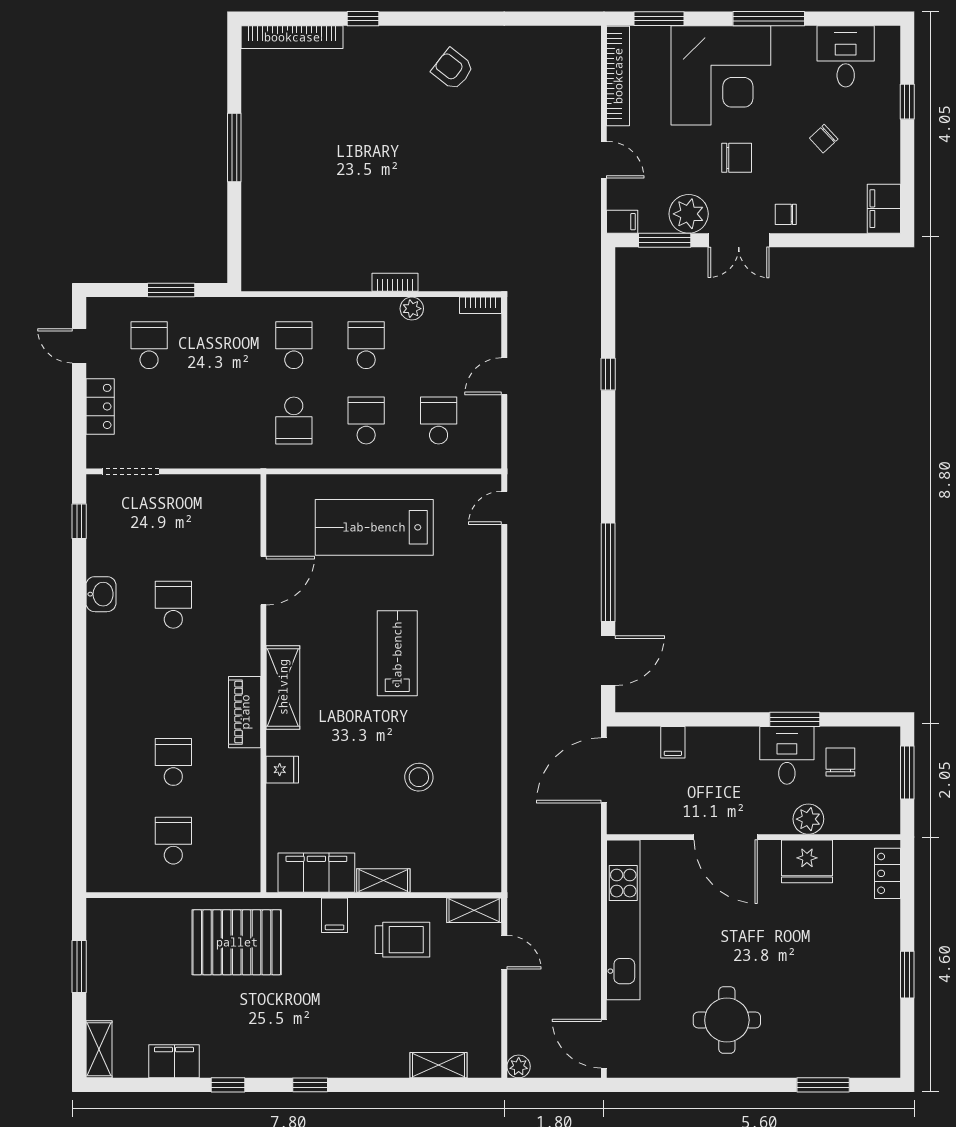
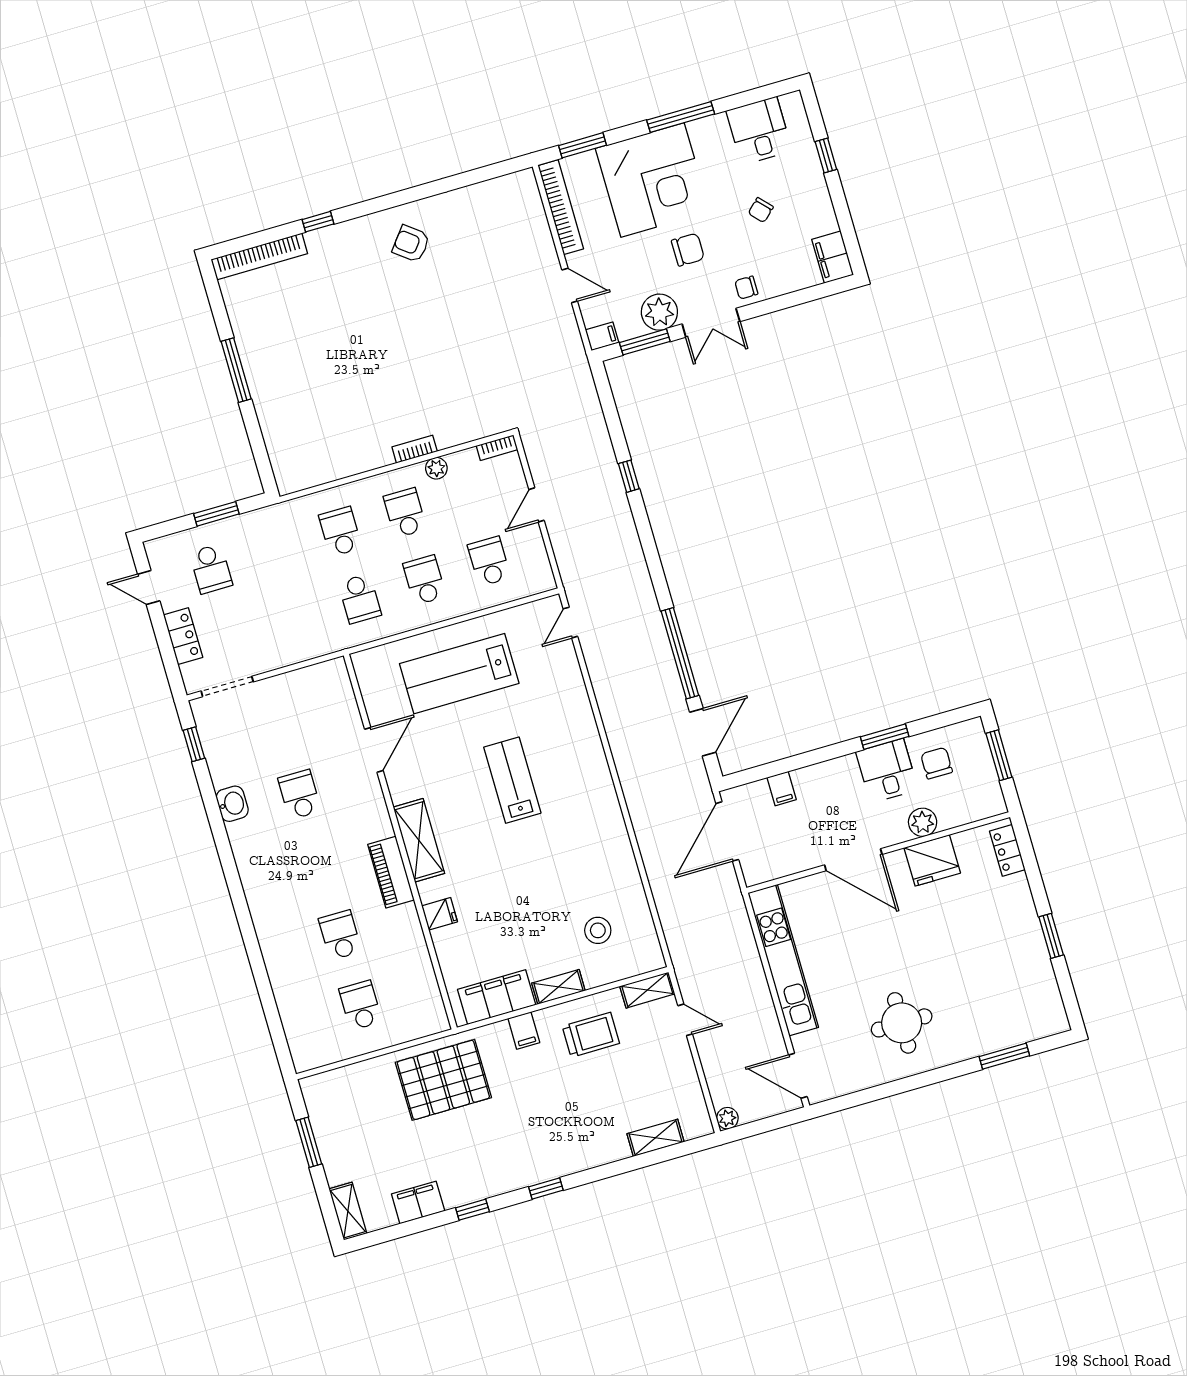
school desk: (149, 345) -> (211, 569), turned 180
stool: (419, 777) -> (598, 930), moved

